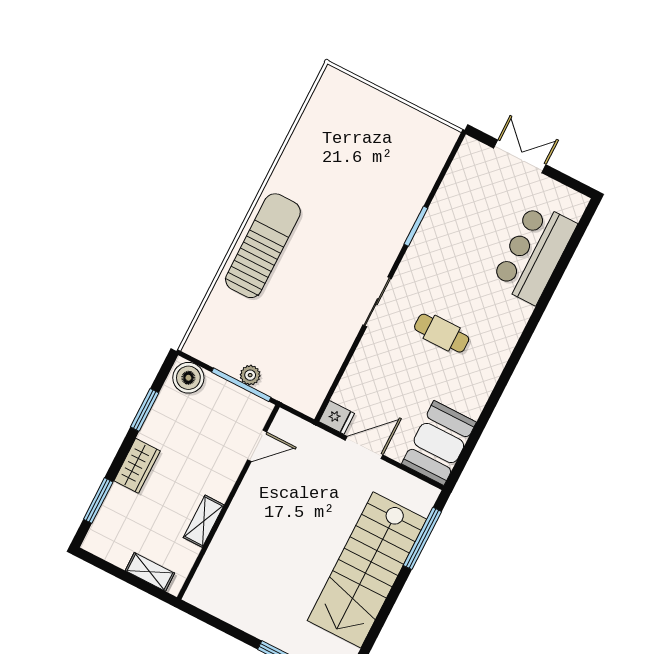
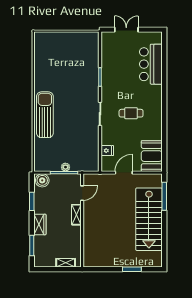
fridge: (337, 417) -> (107, 151), moved
shelving: (204, 521) -> (76, 215), moved

